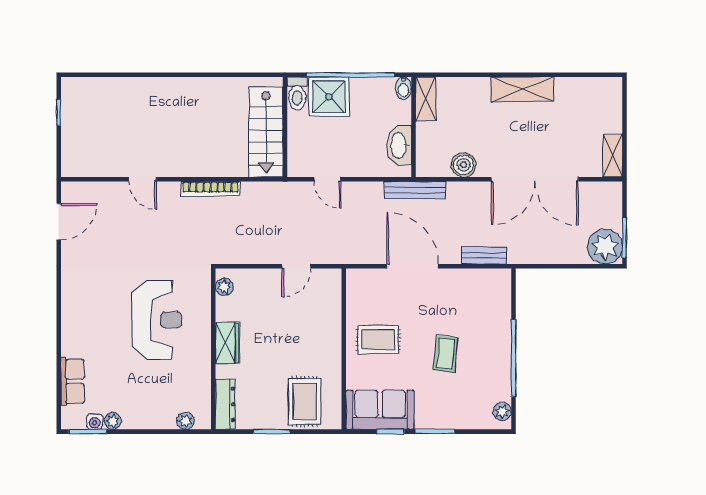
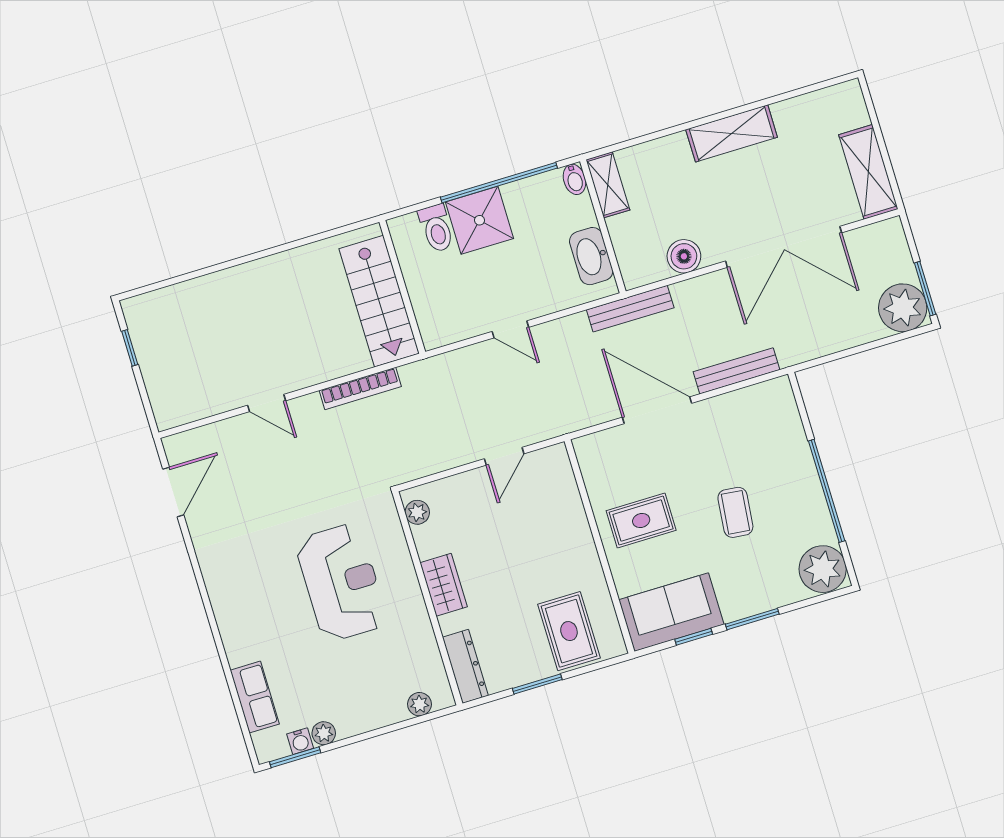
wall: (285, 127) -> (402, 287), moved
stairs: (266, 132) -> (379, 301), moved
shelving: (613, 156) -> (868, 172), width x1.50, depth x1.33
bench: (484, 256) -> (737, 371), width x1.36
plant: (502, 412) -> (823, 569), width x1.88, depth x1.88

